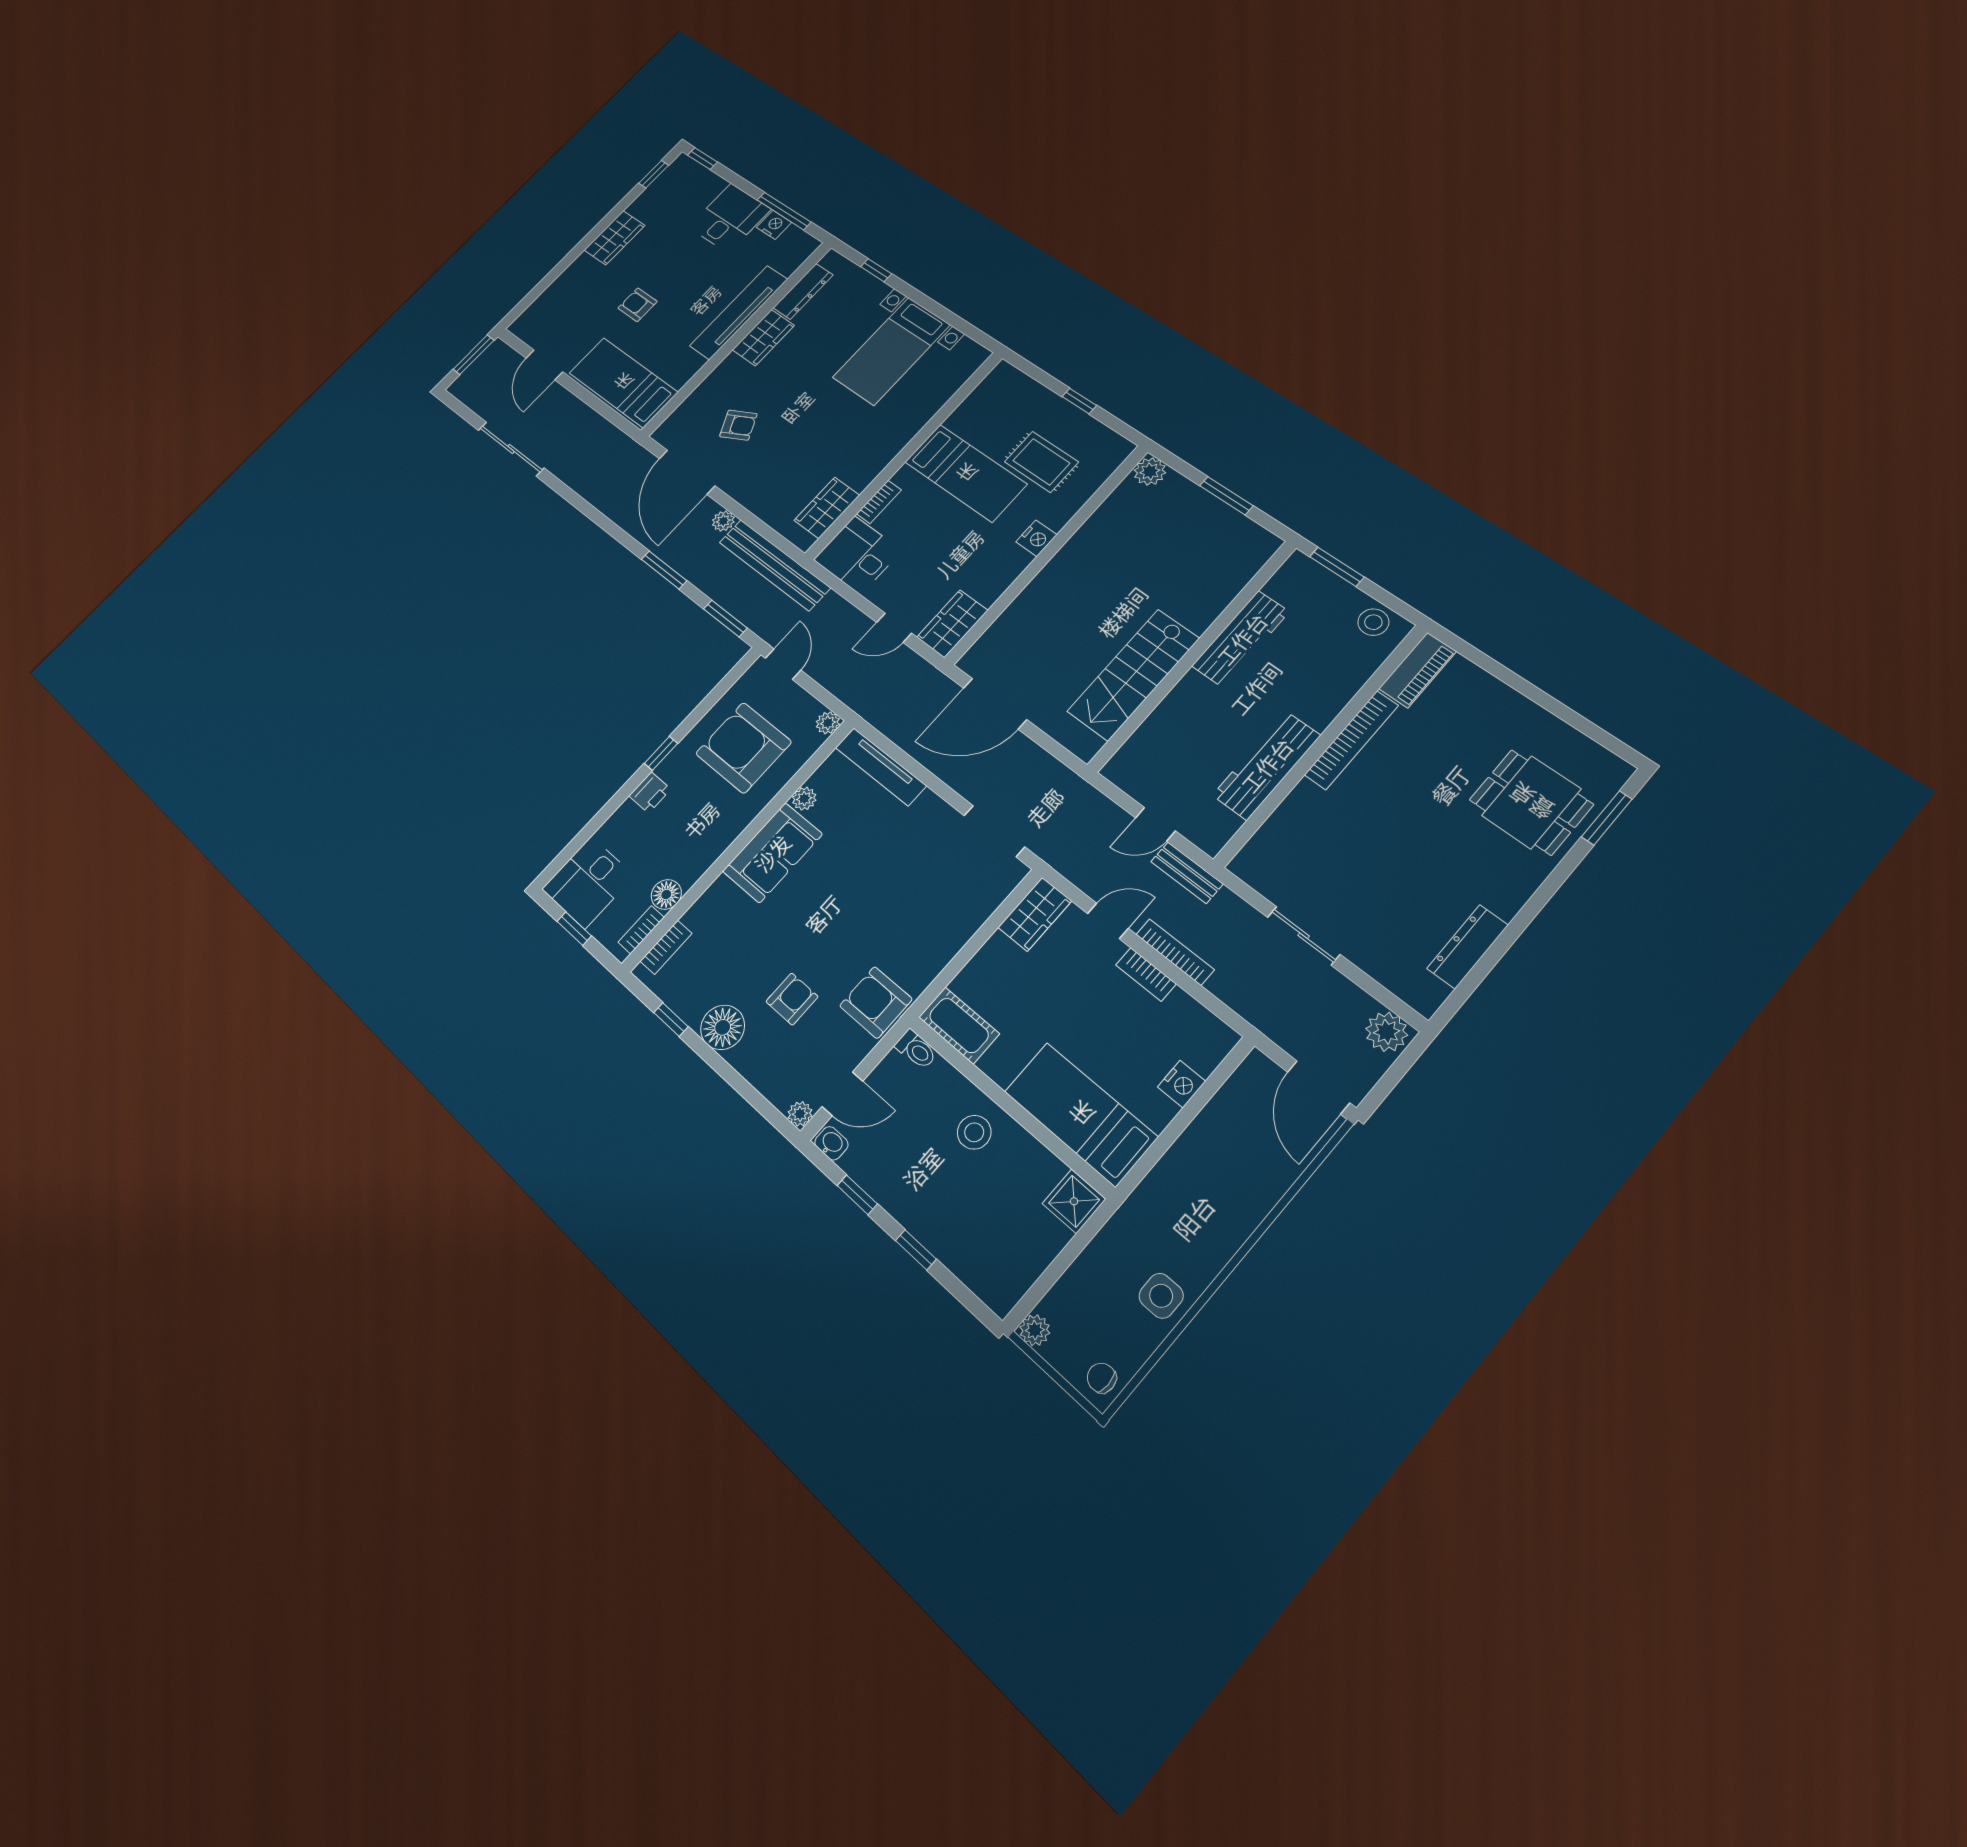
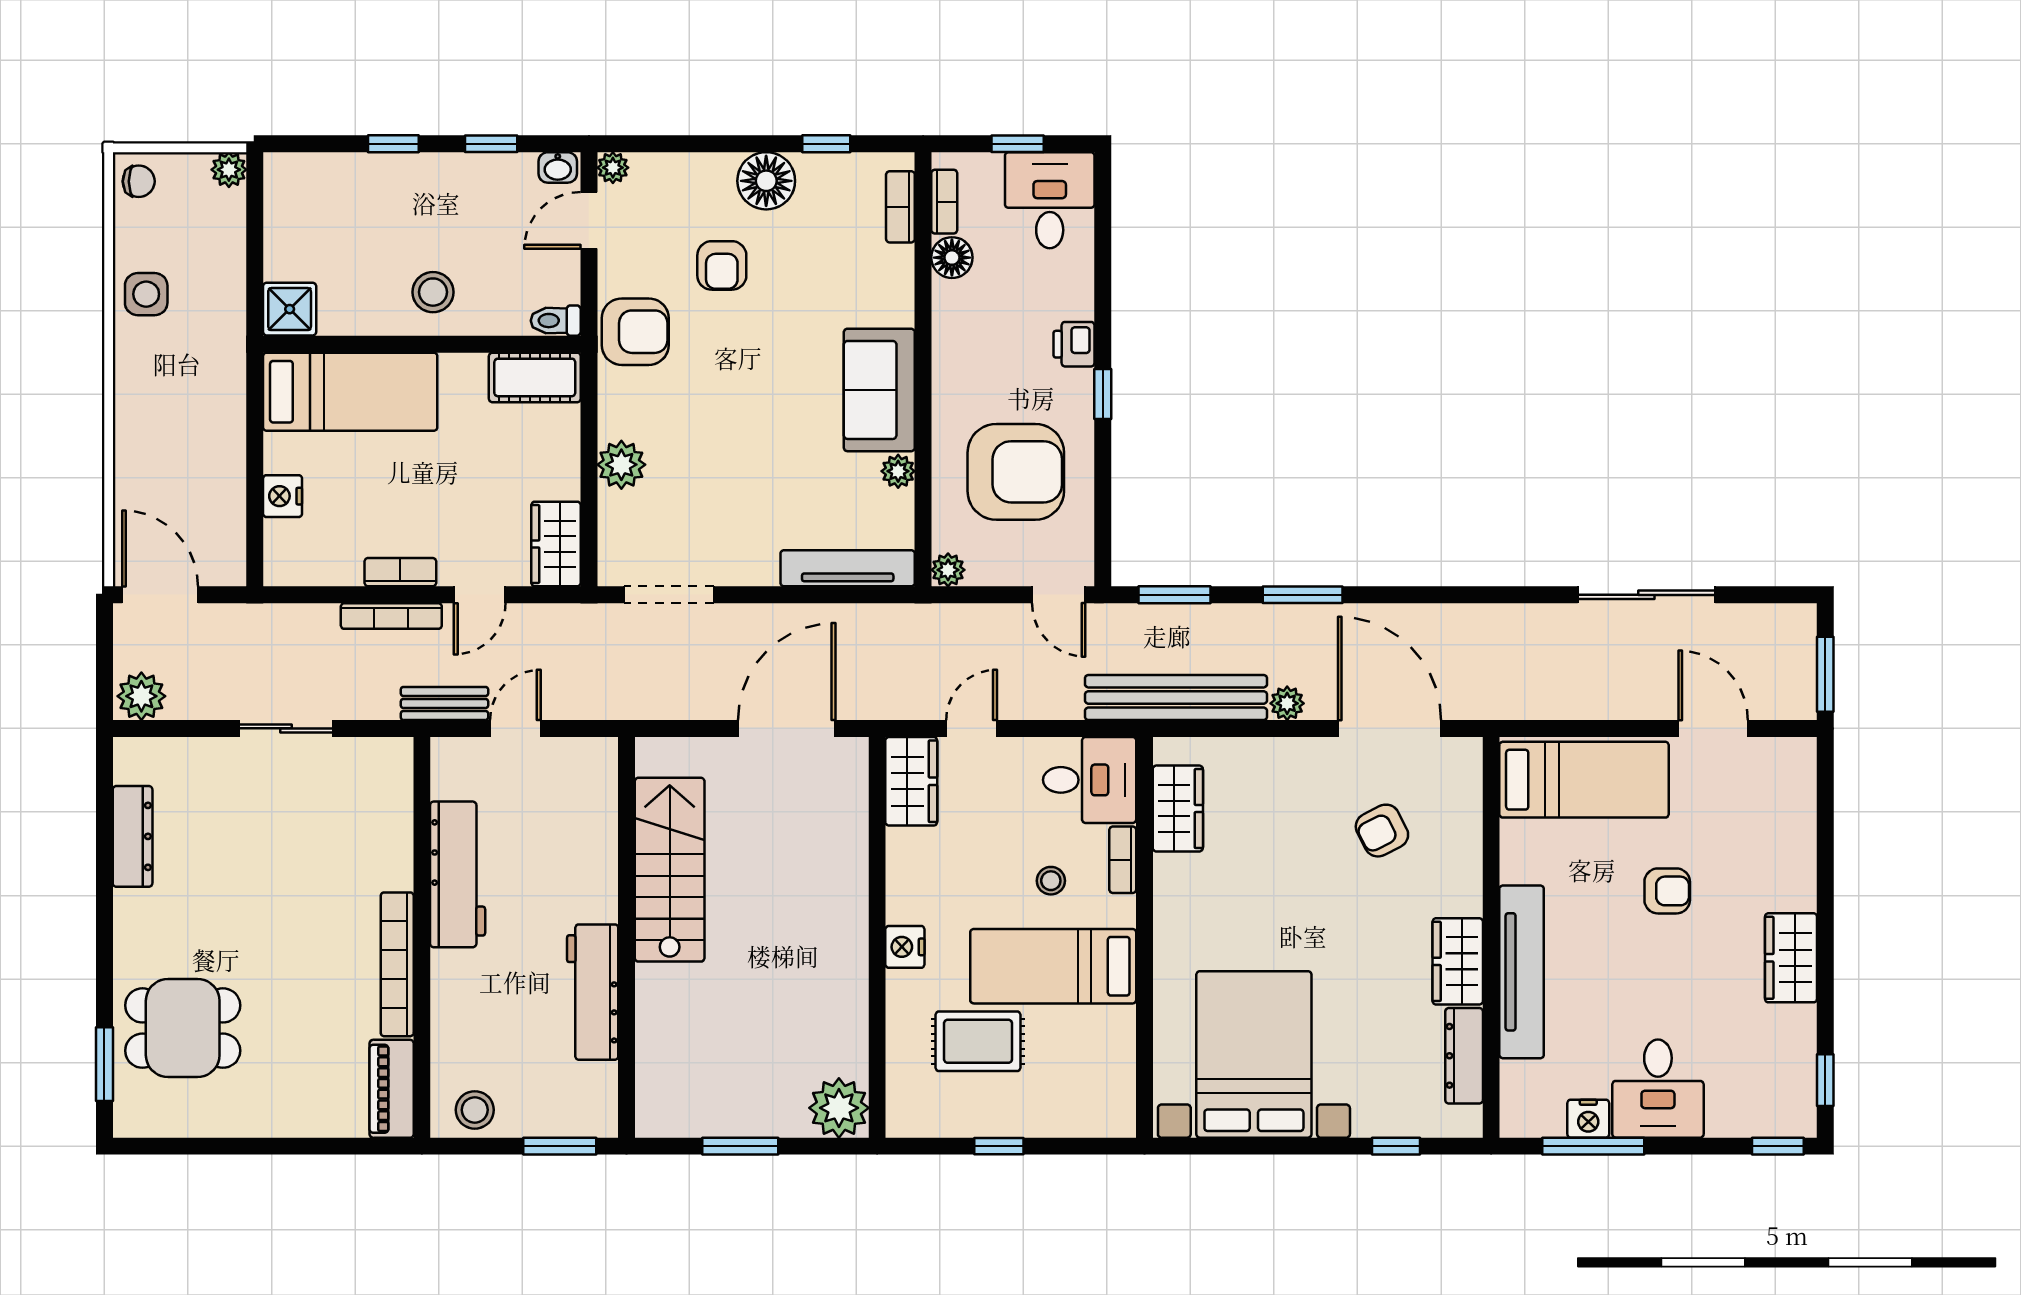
bed with nightstands: (891, 351) -> (1254, 1054), width x1.36
plant: (1150, 471) -> (839, 1108), width x1.36, depth x1.36
stool: (926, 518) -> (1051, 881), added
plant: (954, 930) -> (621, 465), added

